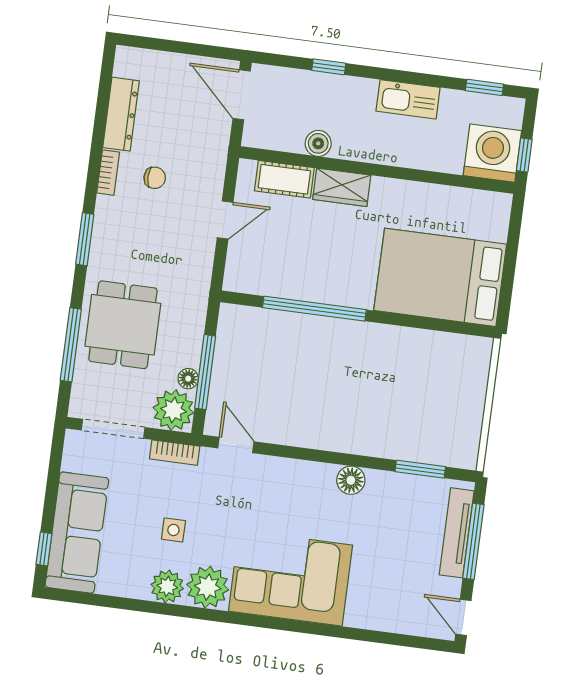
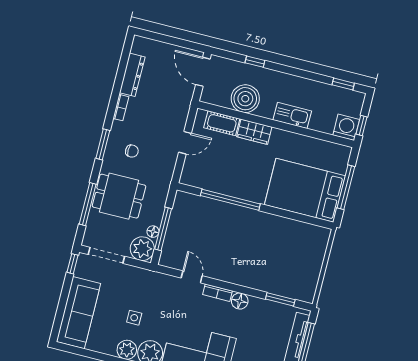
kitchen sink: (408, 99) -> (292, 115), moved, turned 180
boiler: (318, 143) -> (245, 99), width x1.86, depth x1.86
washing machine: (492, 153) -> (346, 127), width x0.73, depth x0.73
chair: (155, 178) -> (132, 151), moved
window: (510, 264) -> (346, 187), added
dining table: (123, 325) -> (119, 196), turned 90
door: (236, 445) -> (192, 277), moved
bookcase: (175, 453) -> (218, 293), moved
window: (44, 549) -> (73, 264), moved

